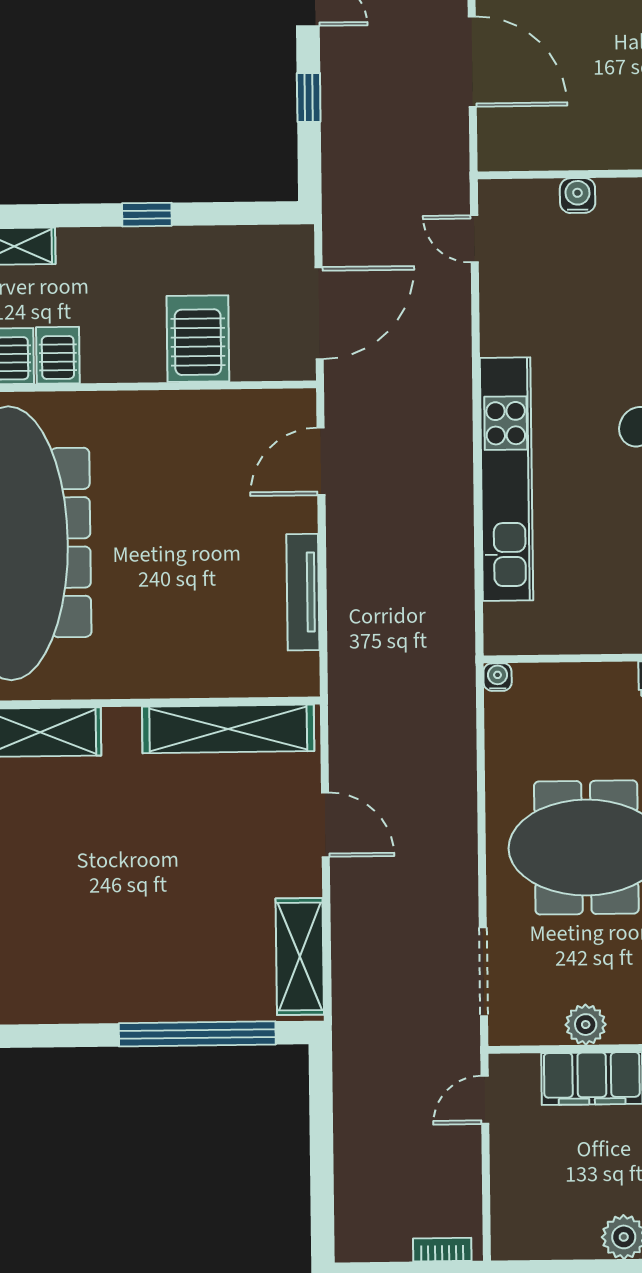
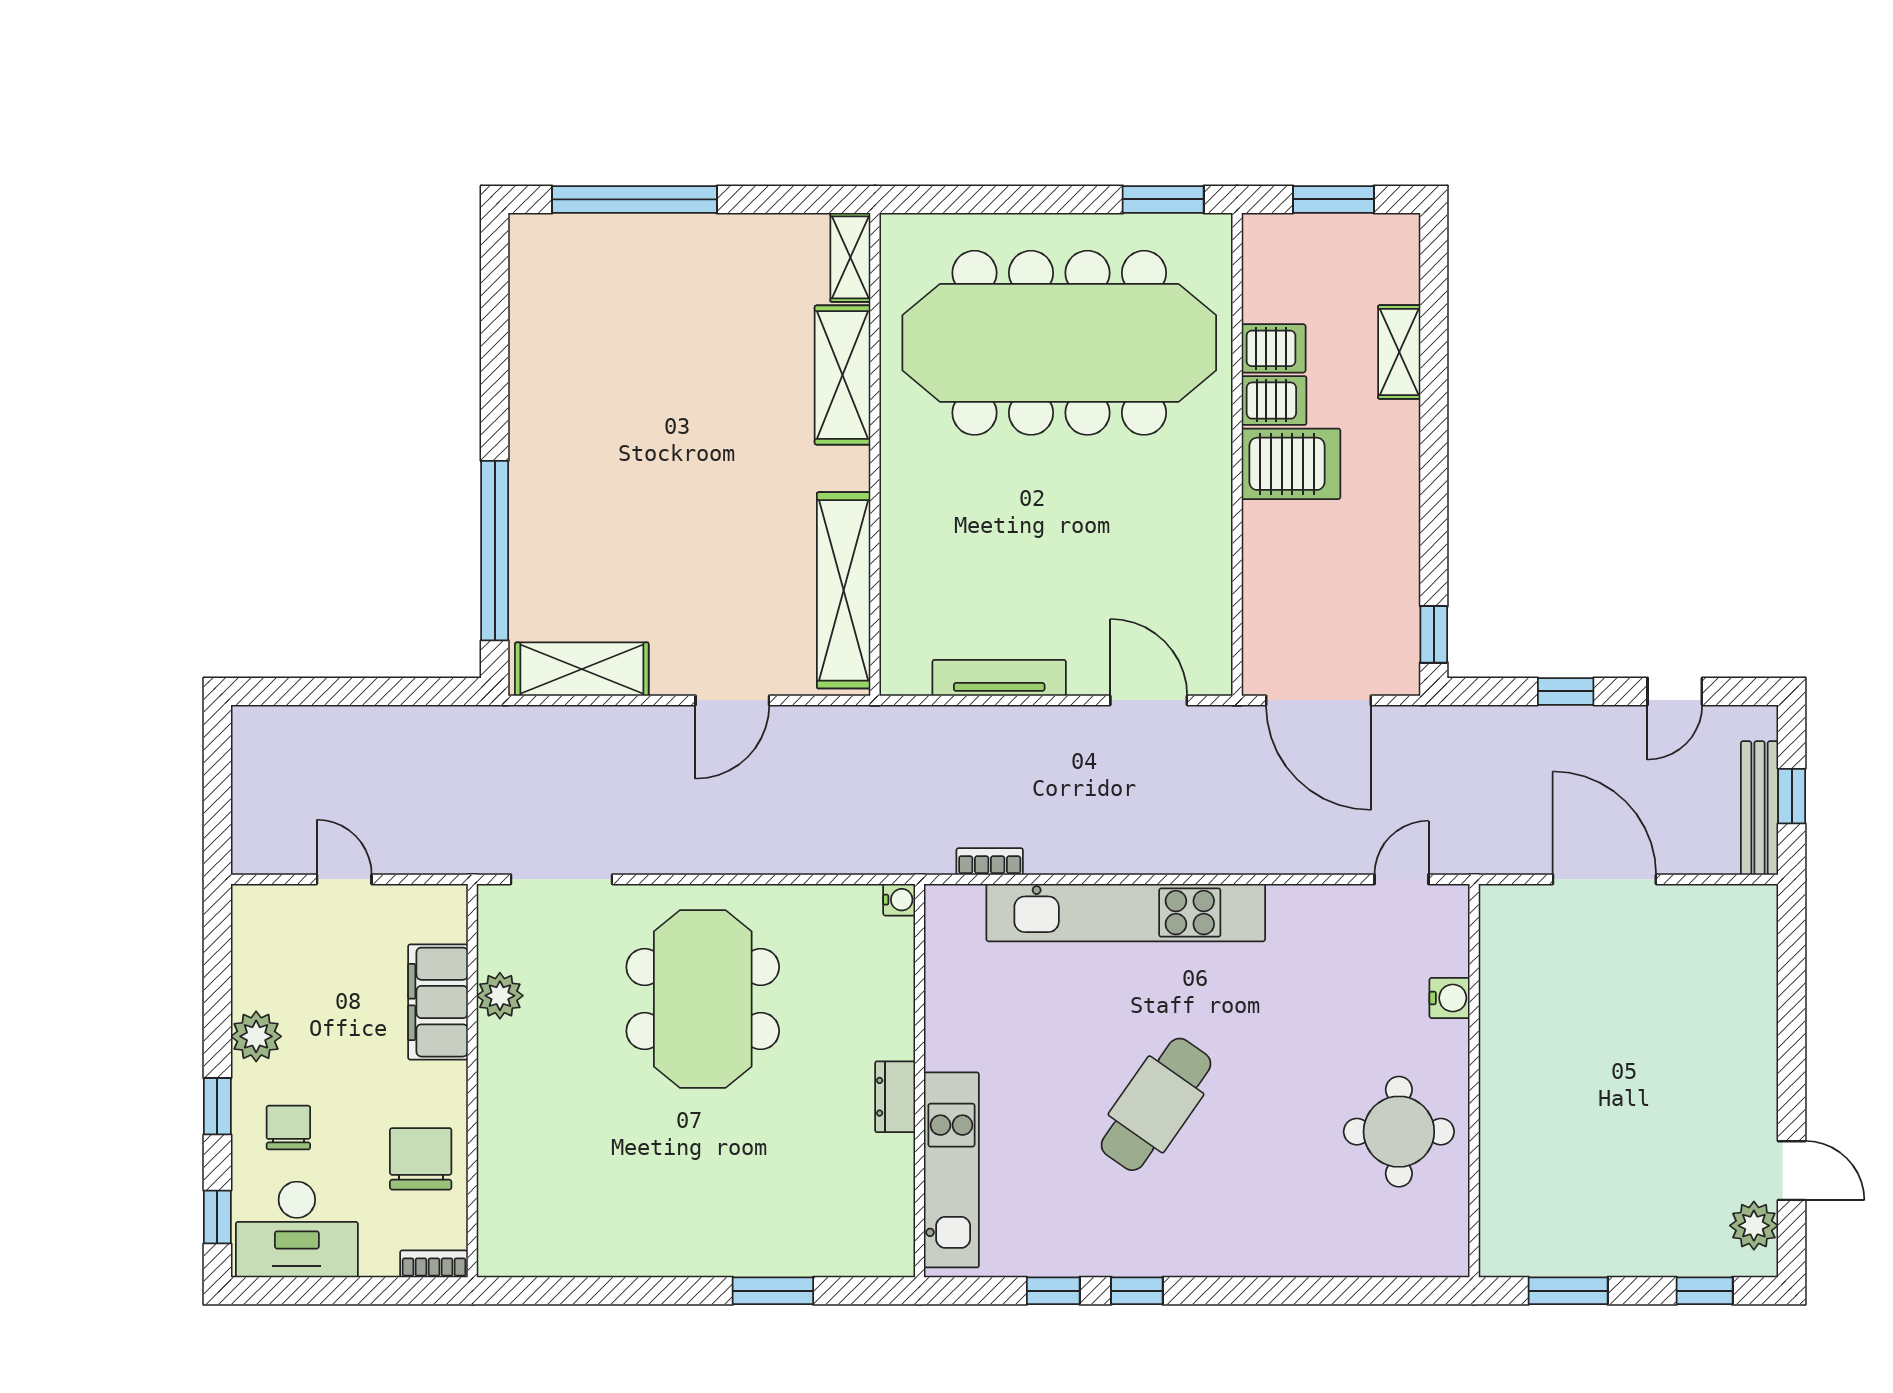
door: (472, 62) -> (1604, 879), swing flipped
window: (147, 215) -> (1434, 634), moved
server rack: (198, 339) -> (1291, 464), moved
door: (485, 1100) -> (344, 879), moved
bookcase: (442, 1250) -> (990, 862), moved, turned -90

